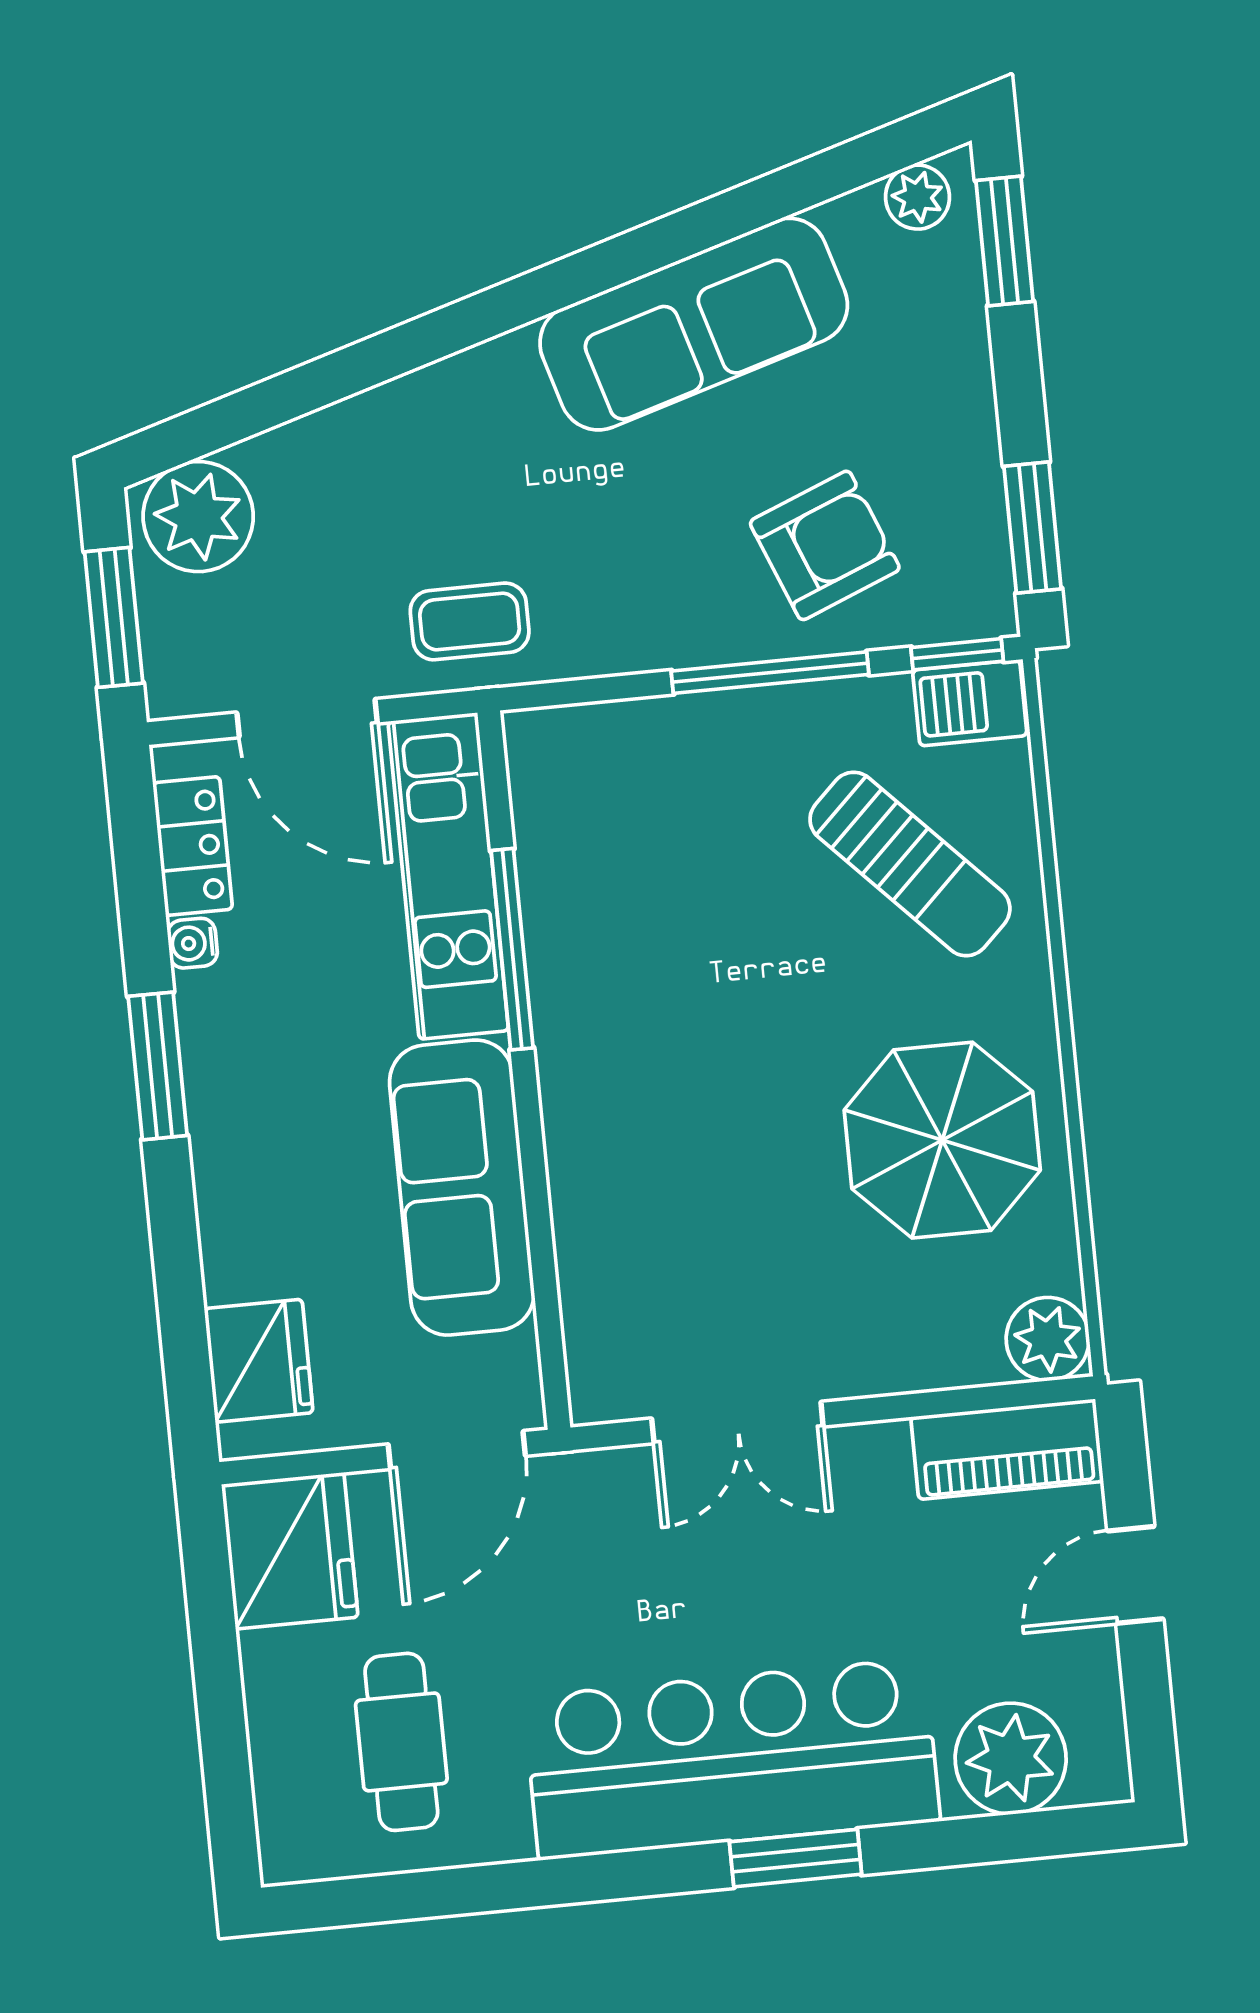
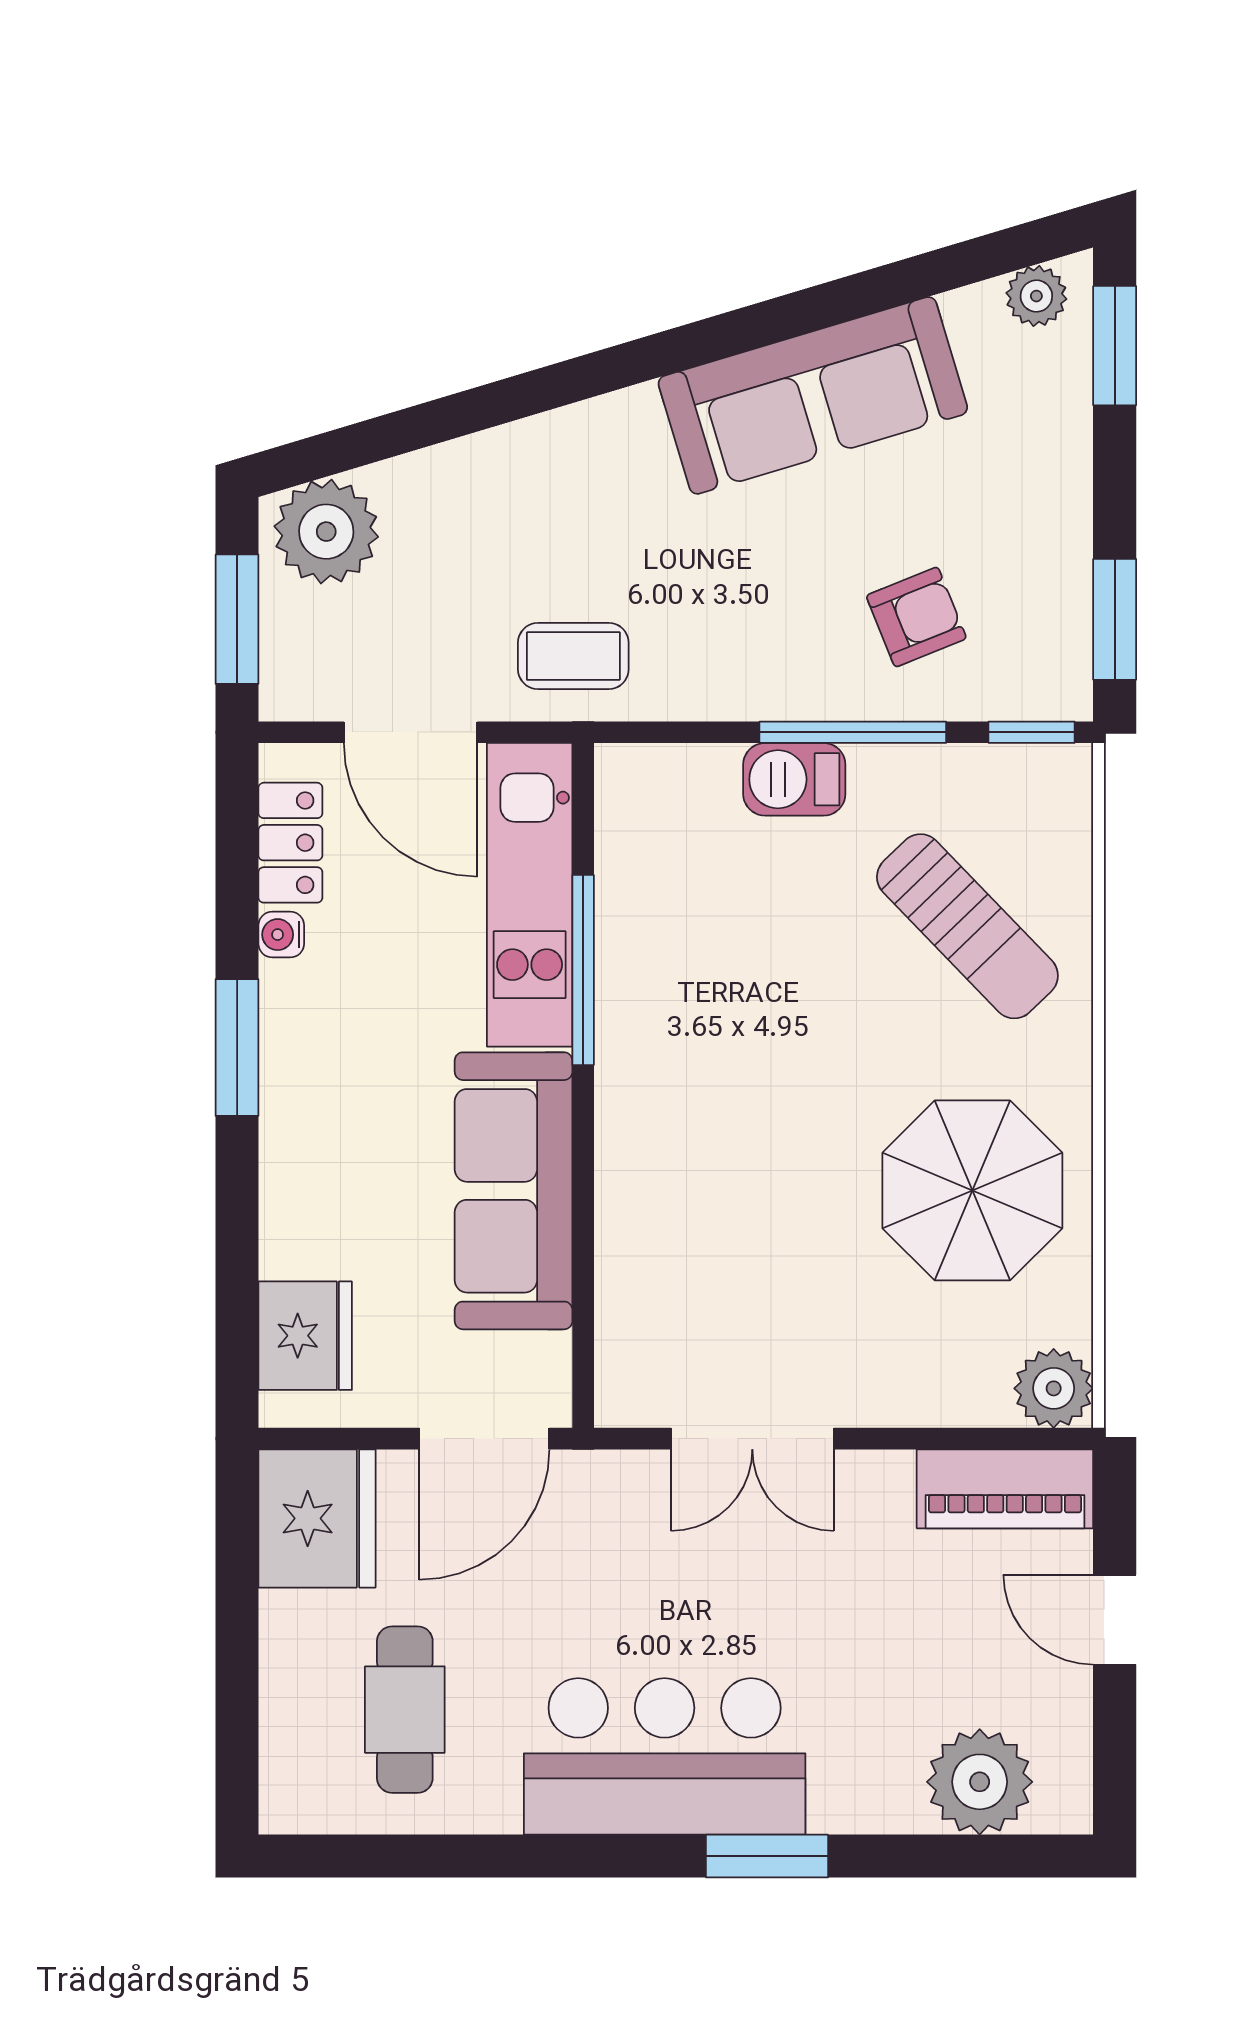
armchair: (825, 545) -> (916, 617), width x0.72, depth x0.72
barbecue: (970, 703) -> (794, 779), moved
door: (1135, 1575) -> (1115, 1620), hinge flipped
bar counter: (732, 1759) -> (665, 1756), width x0.73

